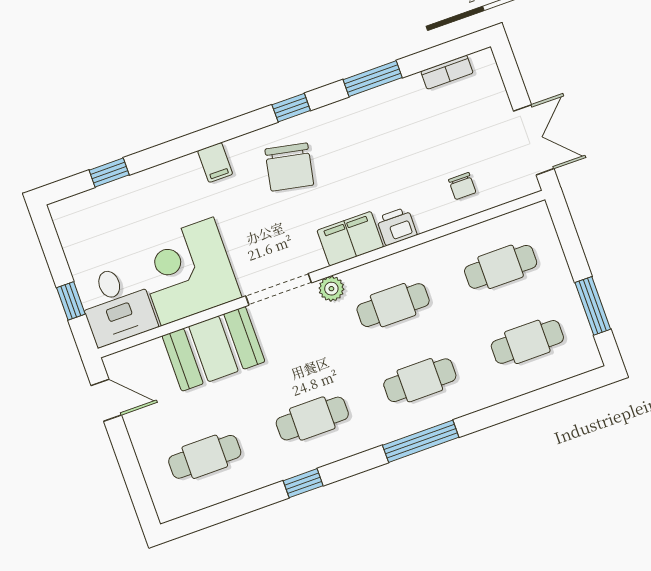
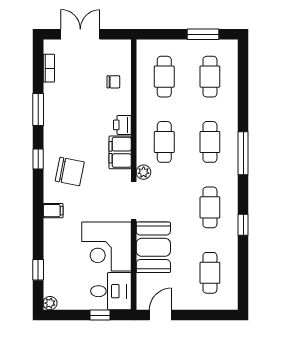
double door: (534, 140) -> (80, 34), moved
plant: (61, 212) -> (50, 303), added

